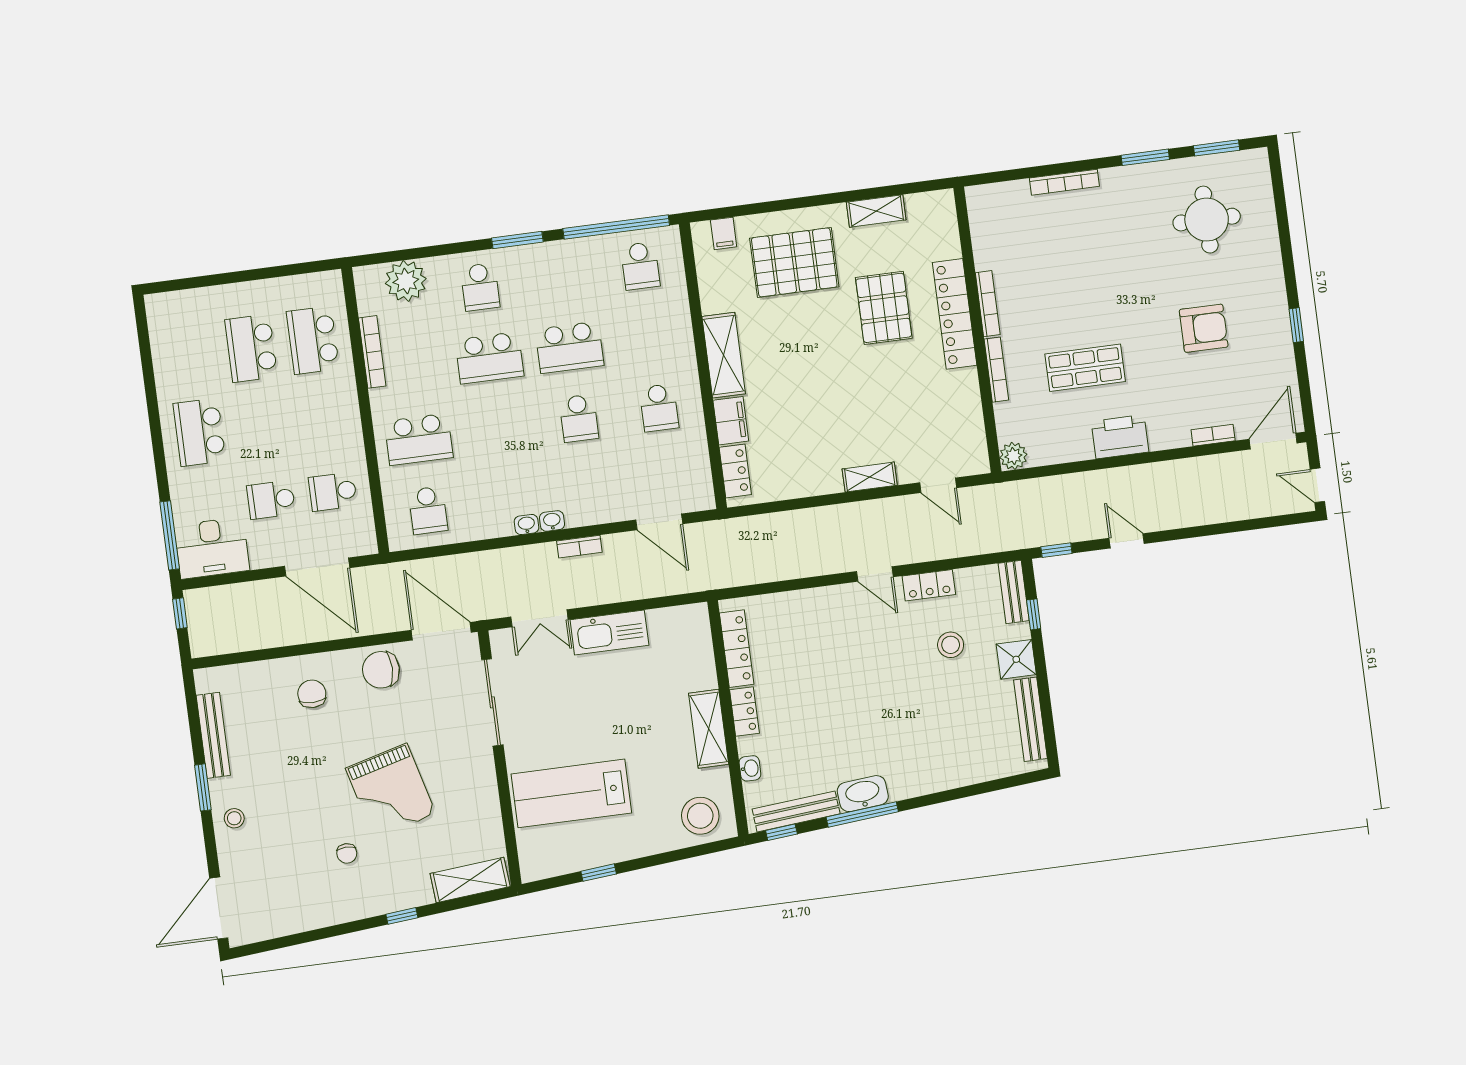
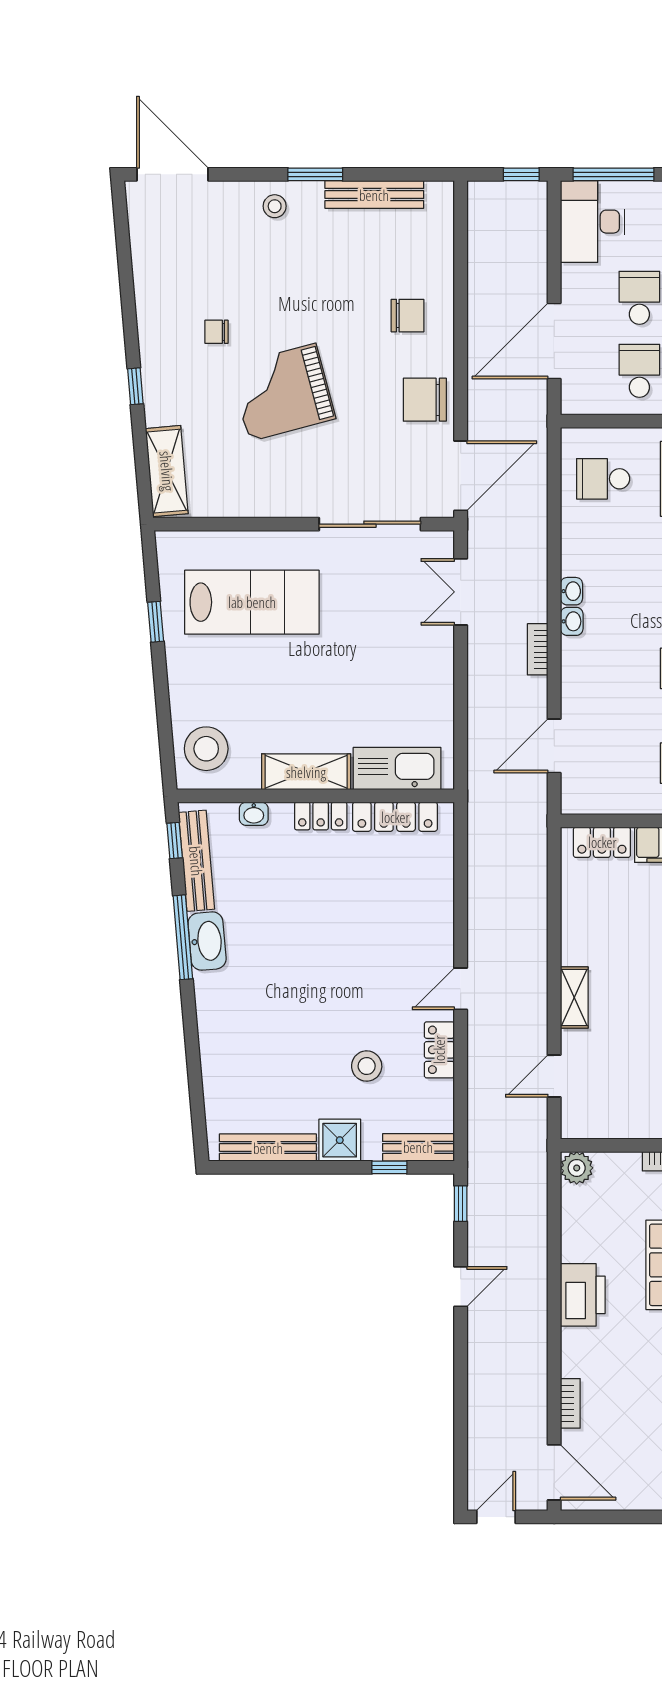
kitchen sink: (609, 633) -> (397, 768), moved, turned 90
chair: (381, 670) -> (425, 400), turned -90
lab bench: (571, 793) -> (252, 602), turned 90

